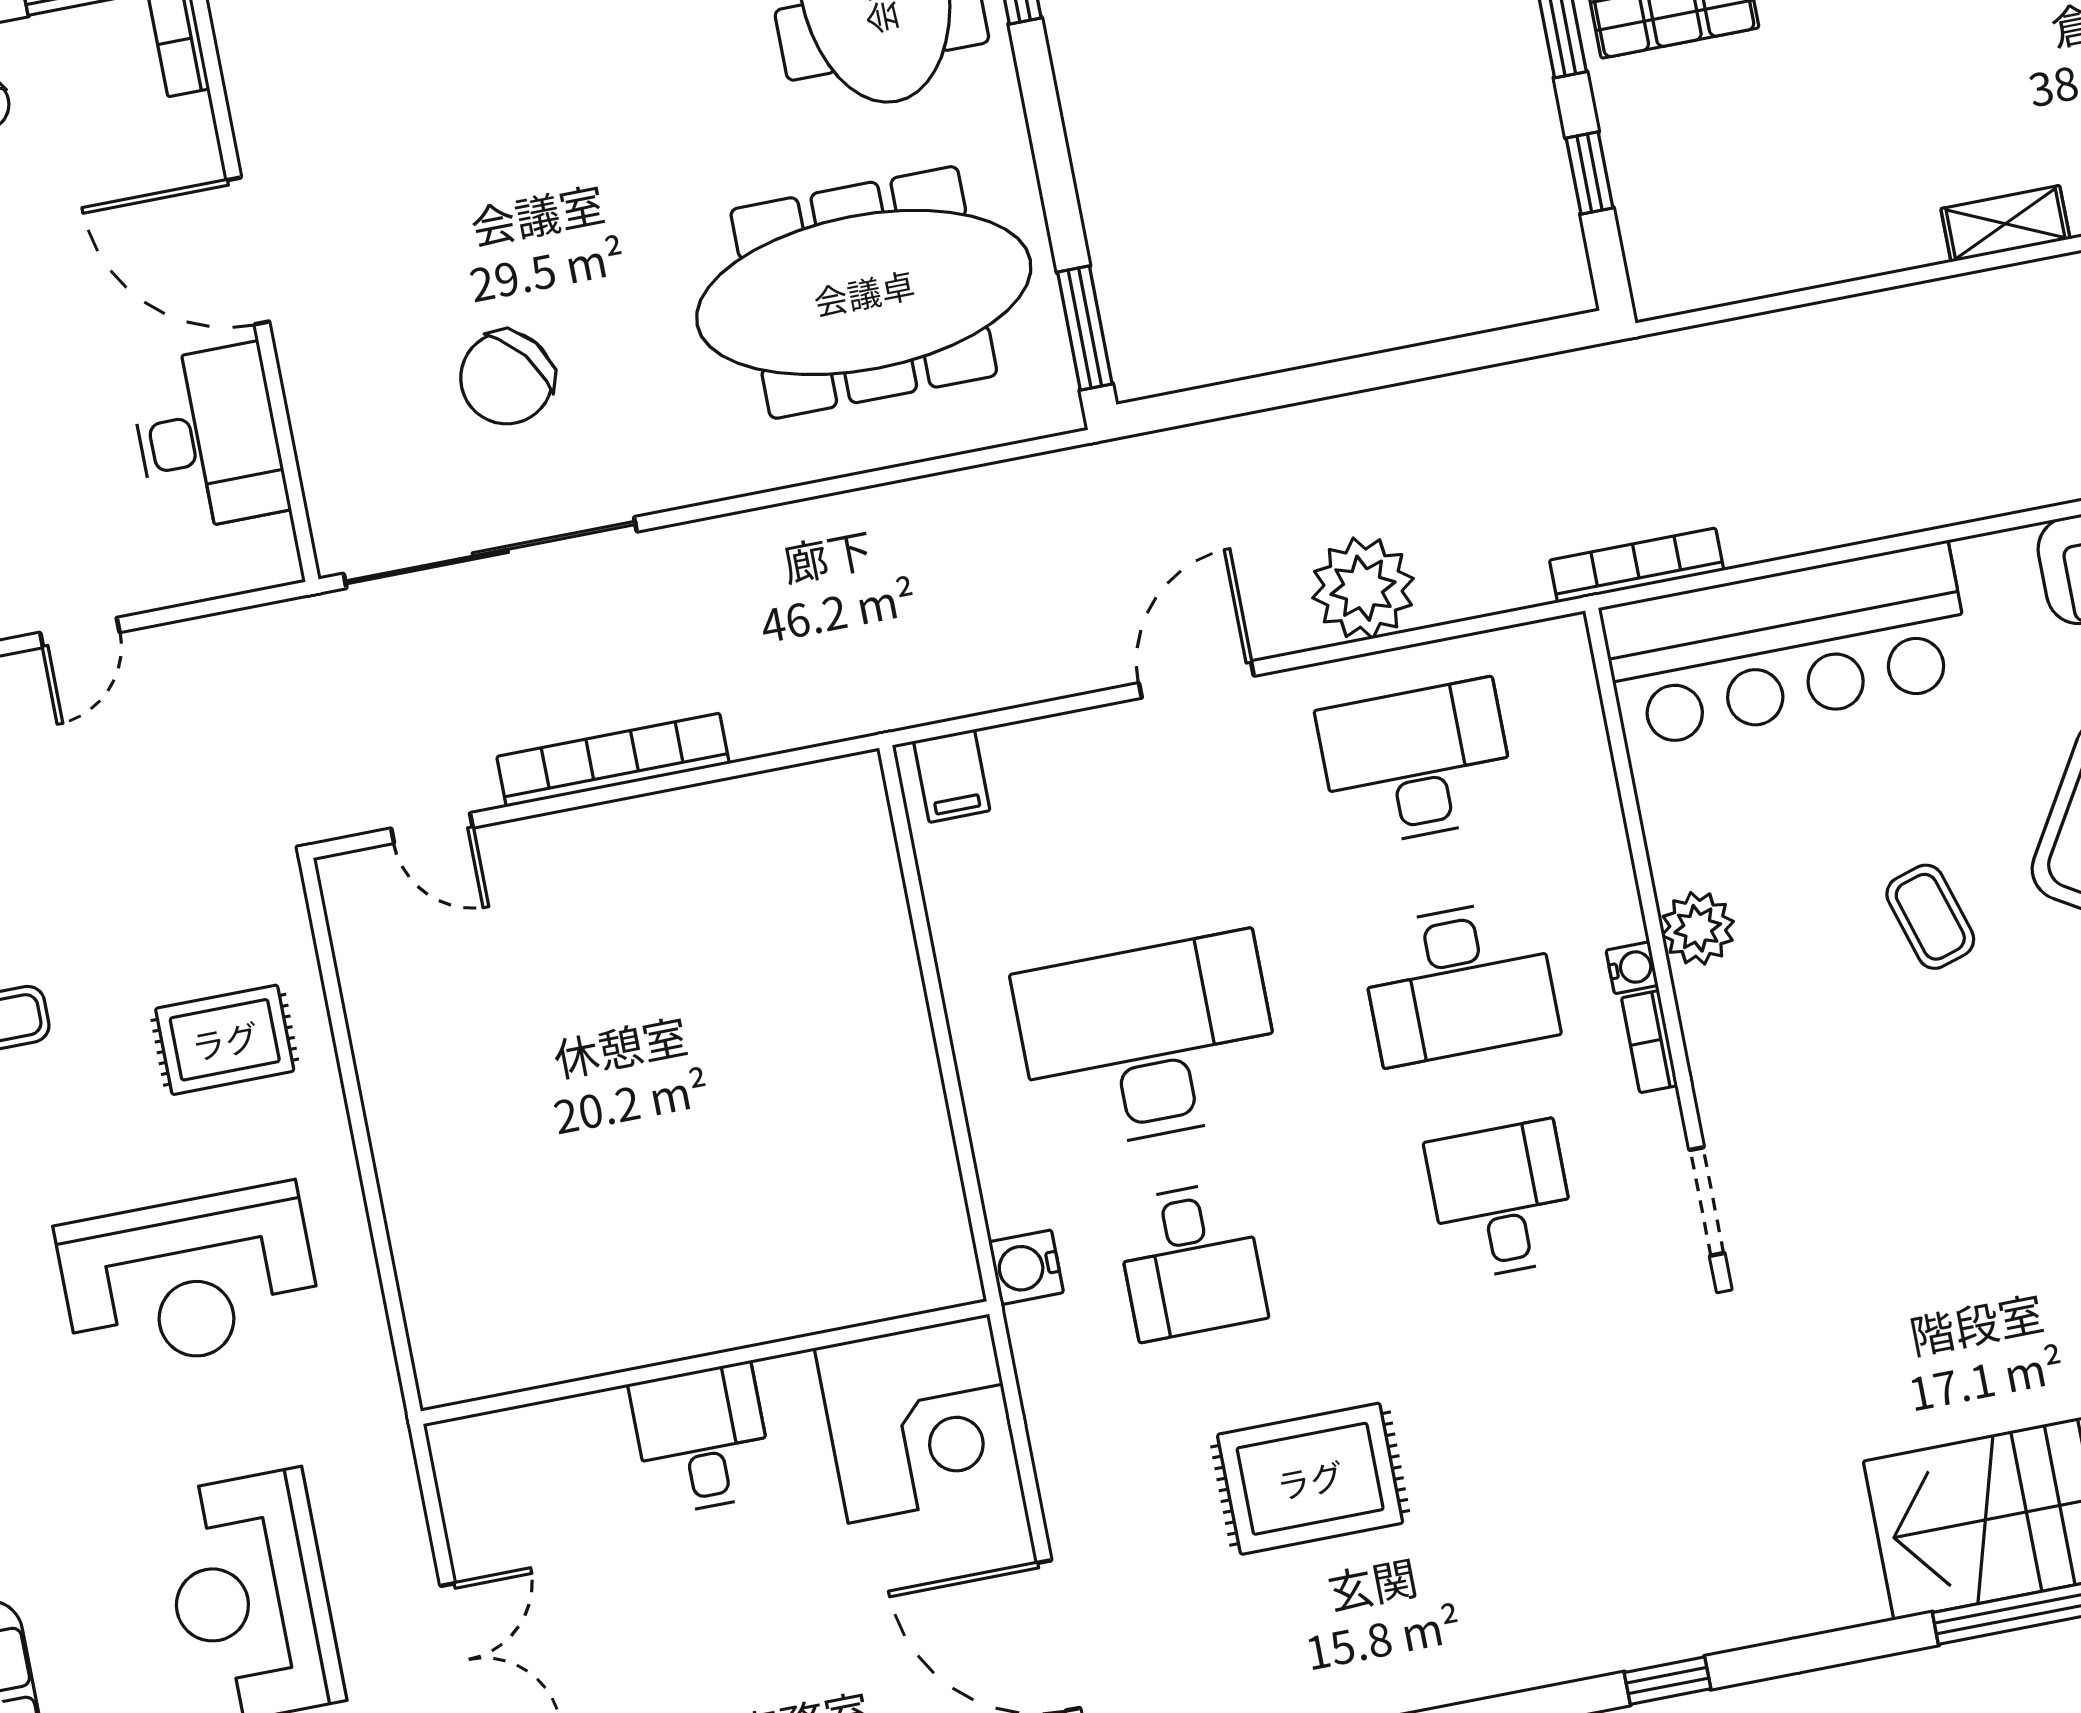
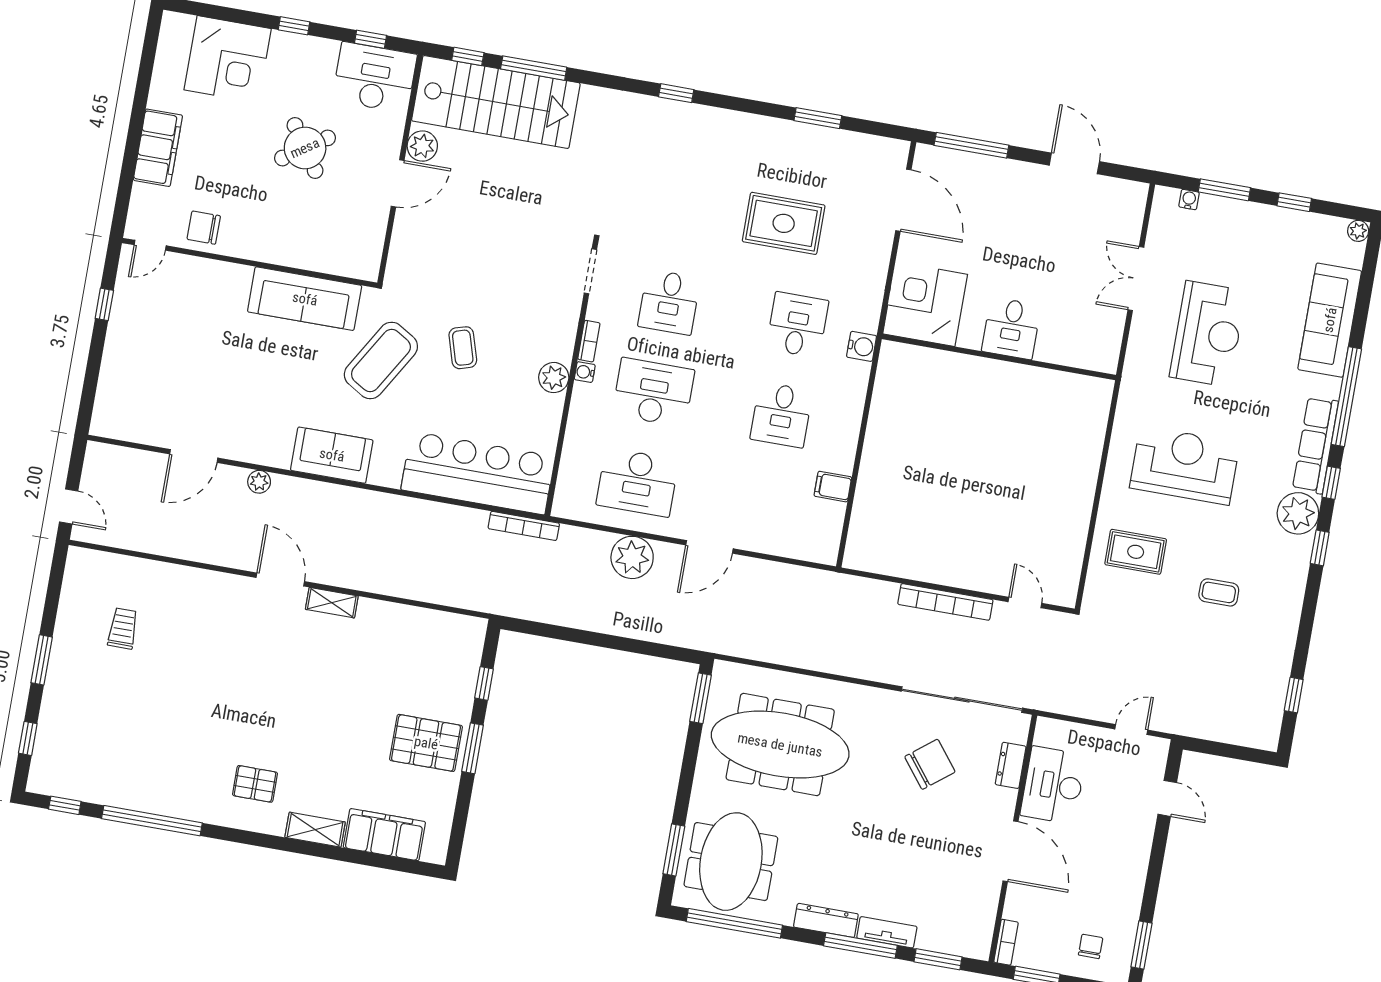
dresser: (322, 446) -> (1011, 765), added
filing cabinet: (952, 776) -> (833, 487), moved, turned -90
desk: (1148, 1042) -> (781, 415), width x0.53, depth x0.77

